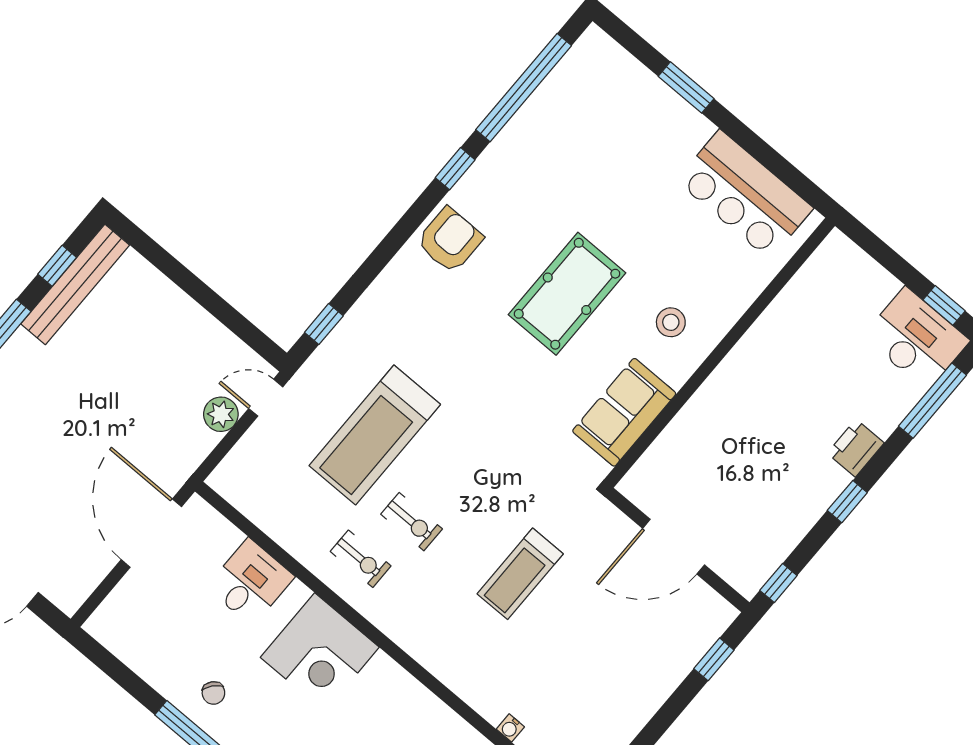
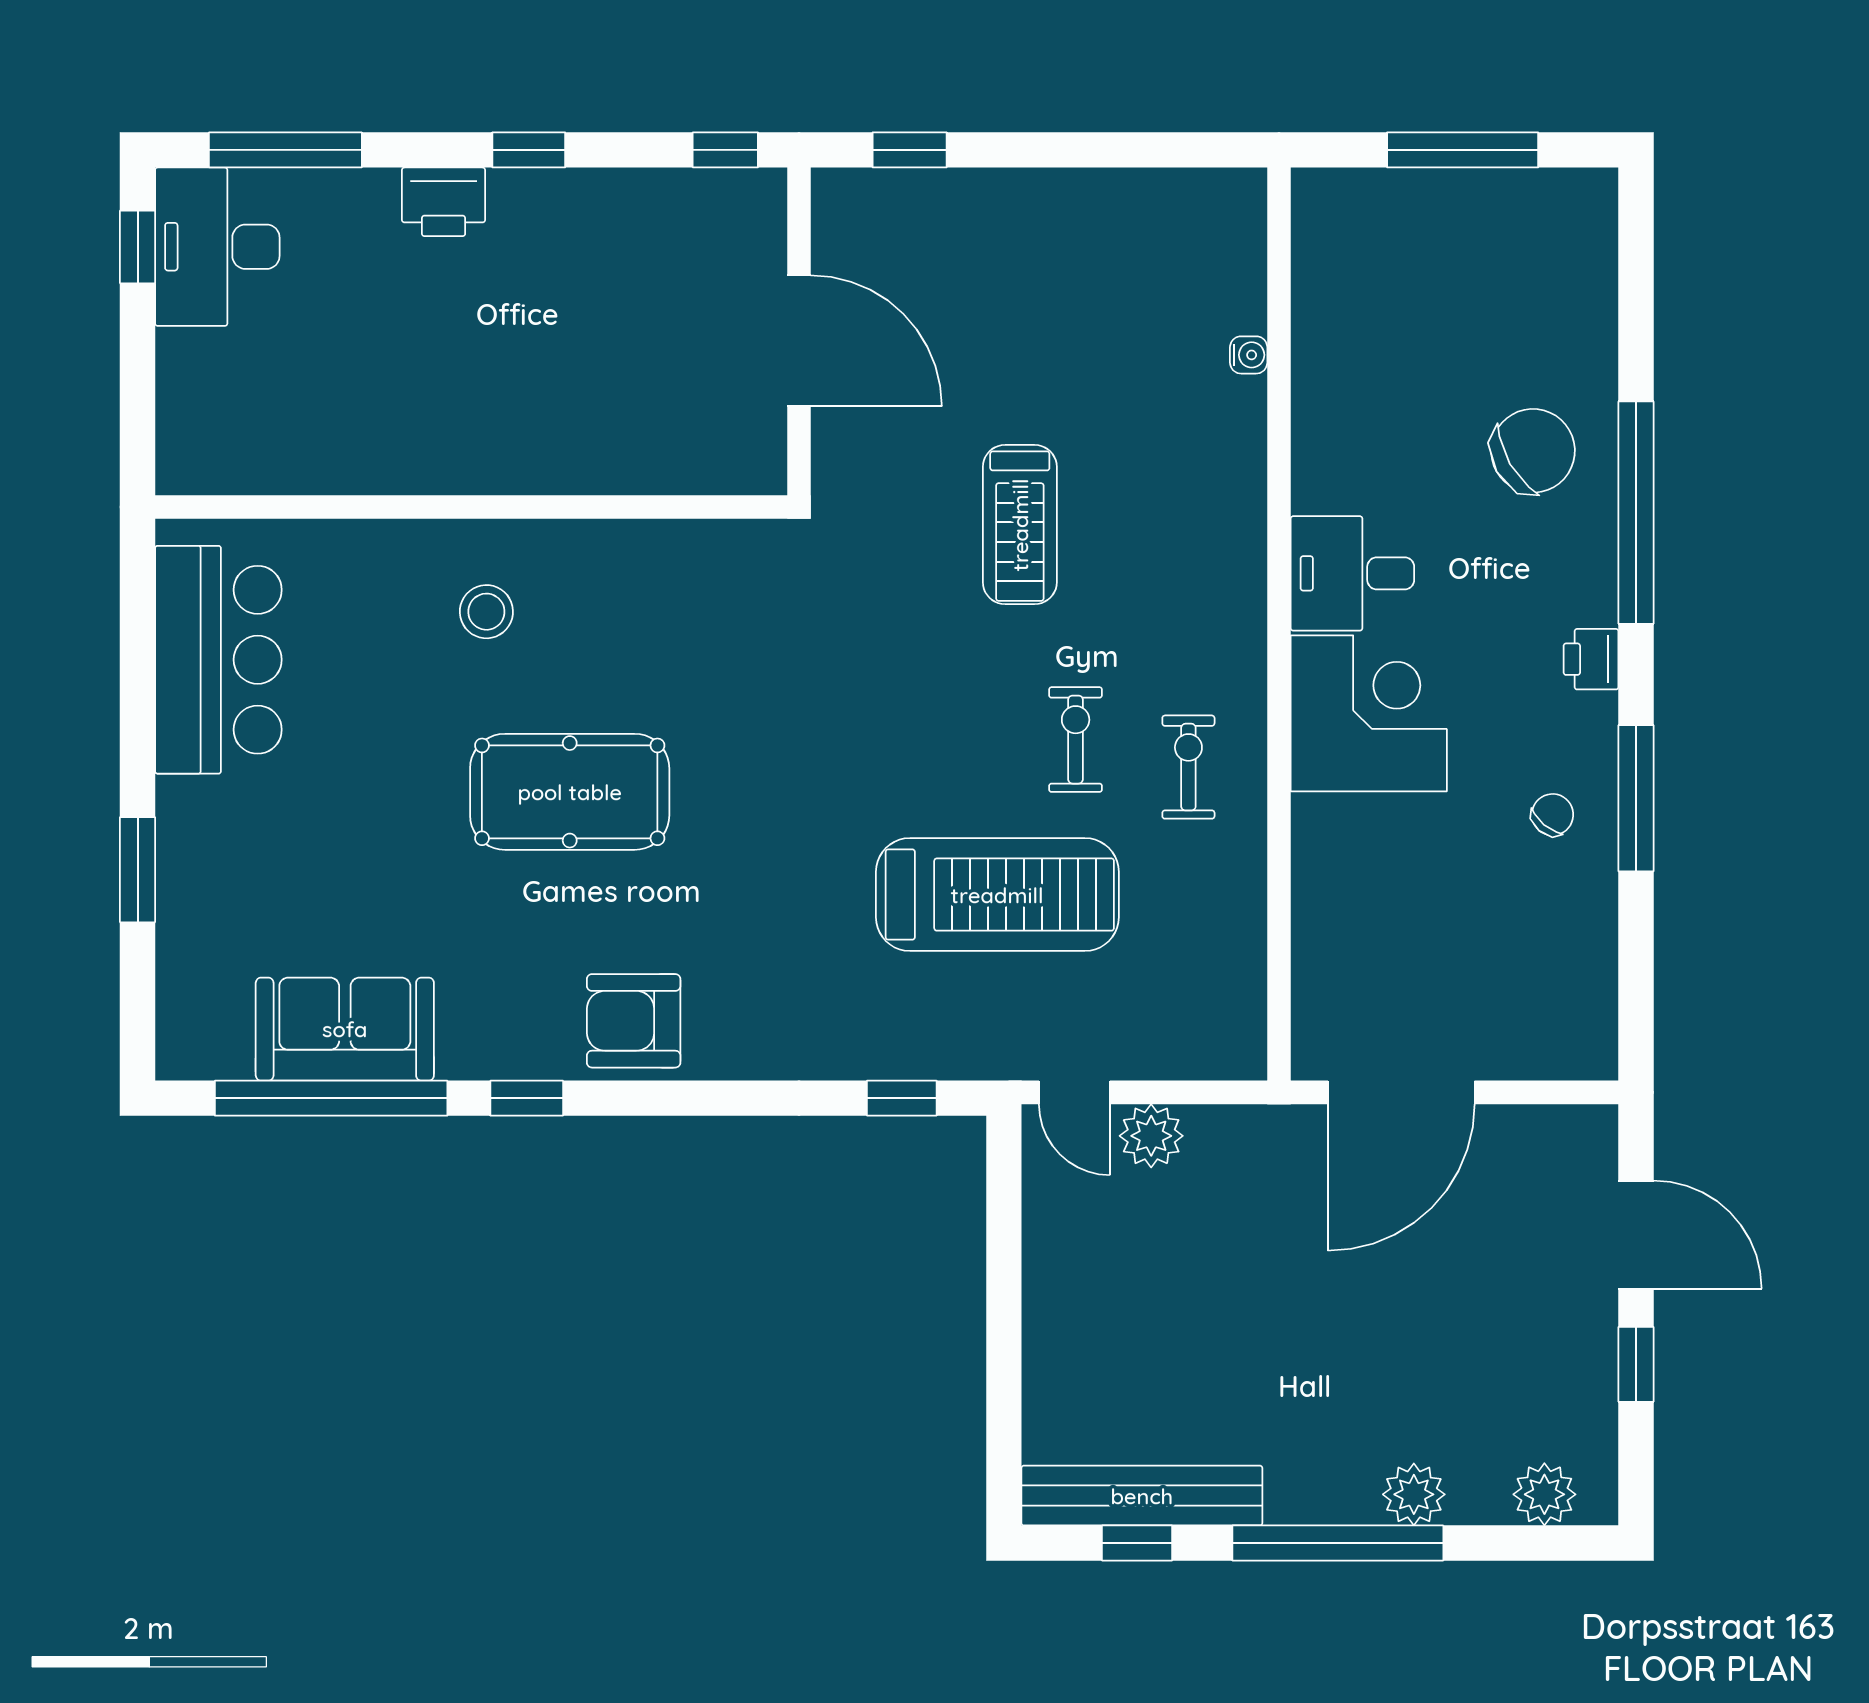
sofa: (624, 412) -> (345, 1029), moved, turned 180
treadmill: (520, 574) -> (1020, 525), turned 90
desk: (250, 582) -> (1352, 573), moved

